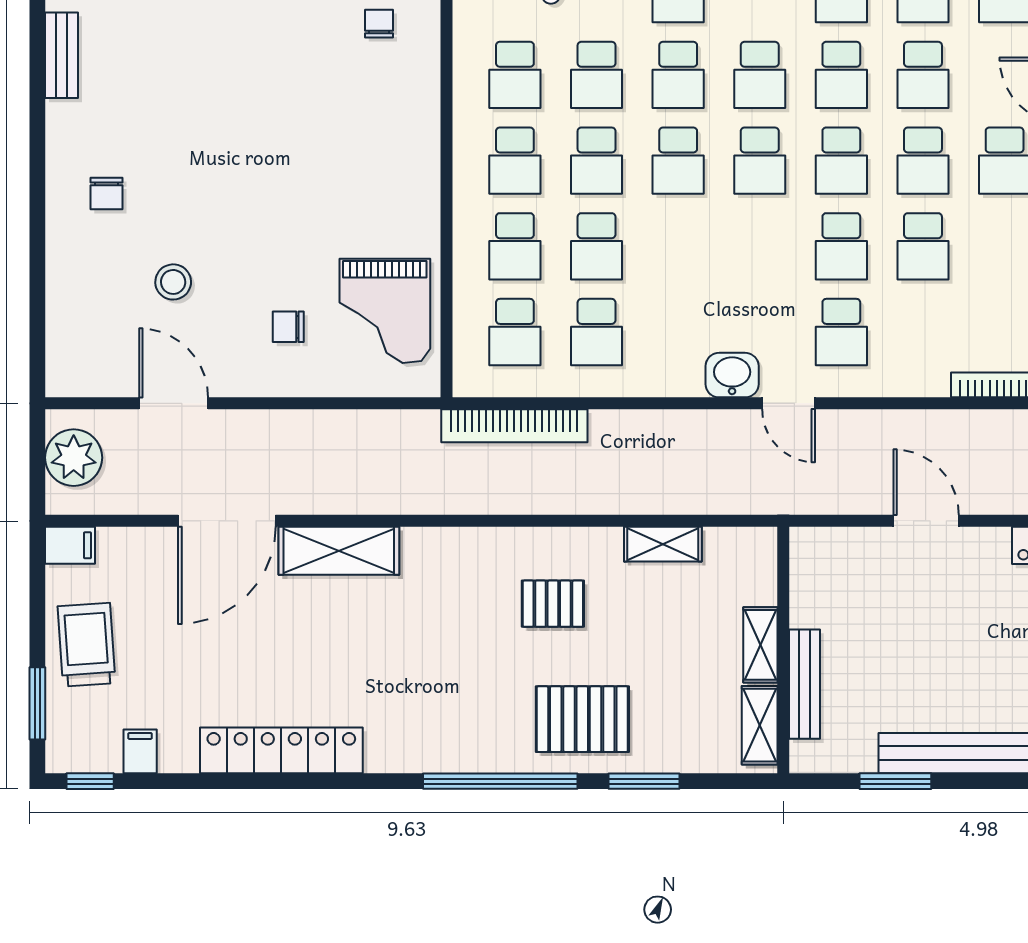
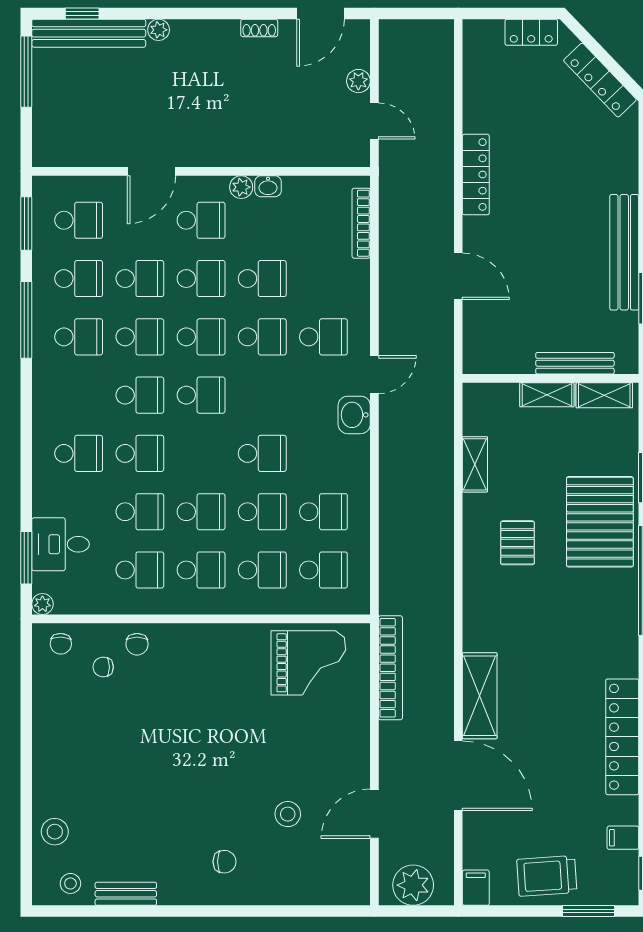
school desk: (678, 161) -> (262, 453), moved
chair: (288, 327) -> (137, 644), moved
bookcase: (514, 426) -> (390, 668), moved
door: (926, 521) -> (458, 276), swing flipped
pallet: (582, 719) -> (600, 522), width x1.37, depth x1.41

